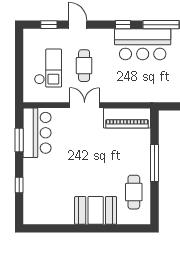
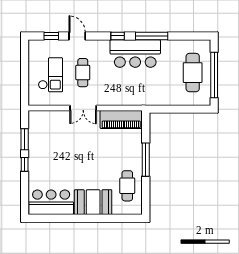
double door: (85, 105) -> (83, 108), swing flipped
bar counter: (37, 133) -> (51, 202), moved, turned -90
window: (19, 185) -> (25, 164), moved

